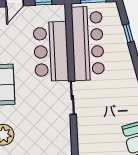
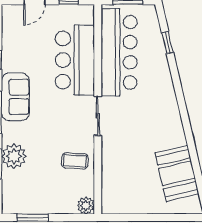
coffee table: (55, 136) -> (75, 161), added

